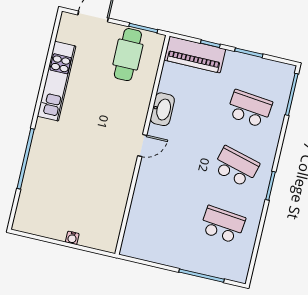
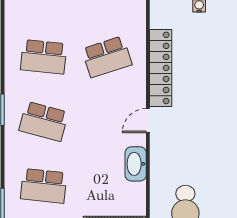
locker: (120, 190) -> (161, 68), added
school desk: (166, 211) -> (107, 57), added

